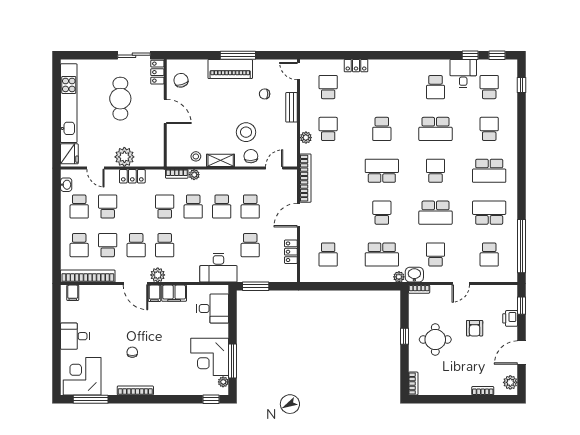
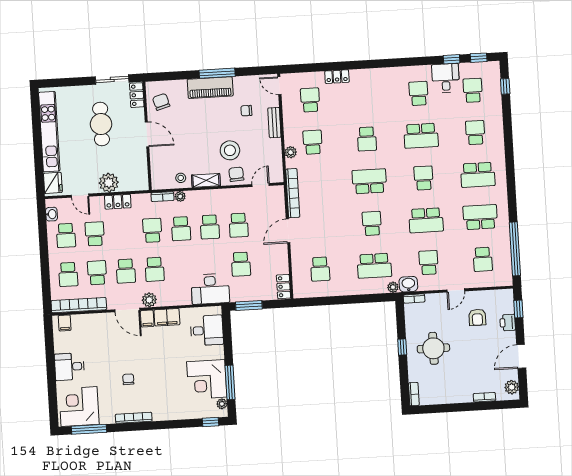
school desk: (435, 87) -> (419, 93), turned 180
locker: (291, 252) -> (283, 287), moved
armchair: (475, 328) -> (477, 317), moved

